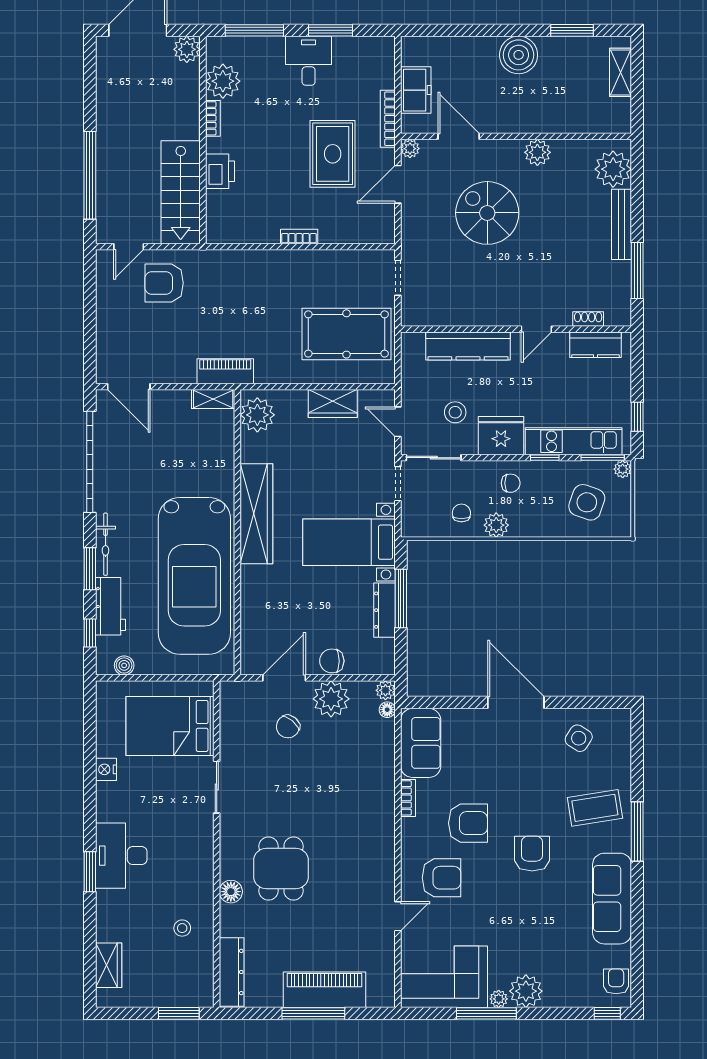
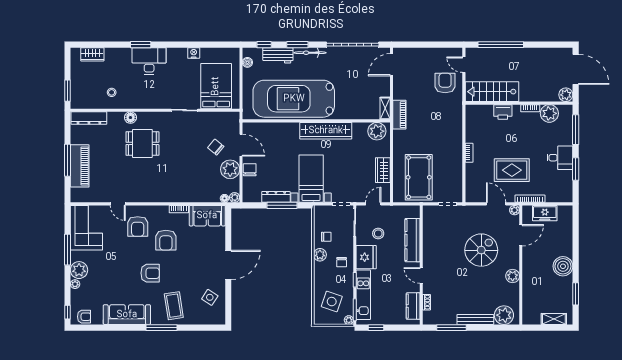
plant: (499, 999) -> (75, 284), moved

